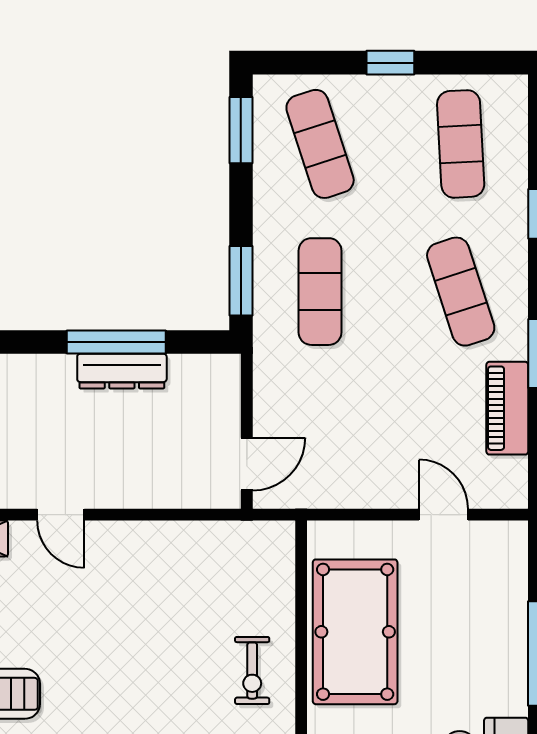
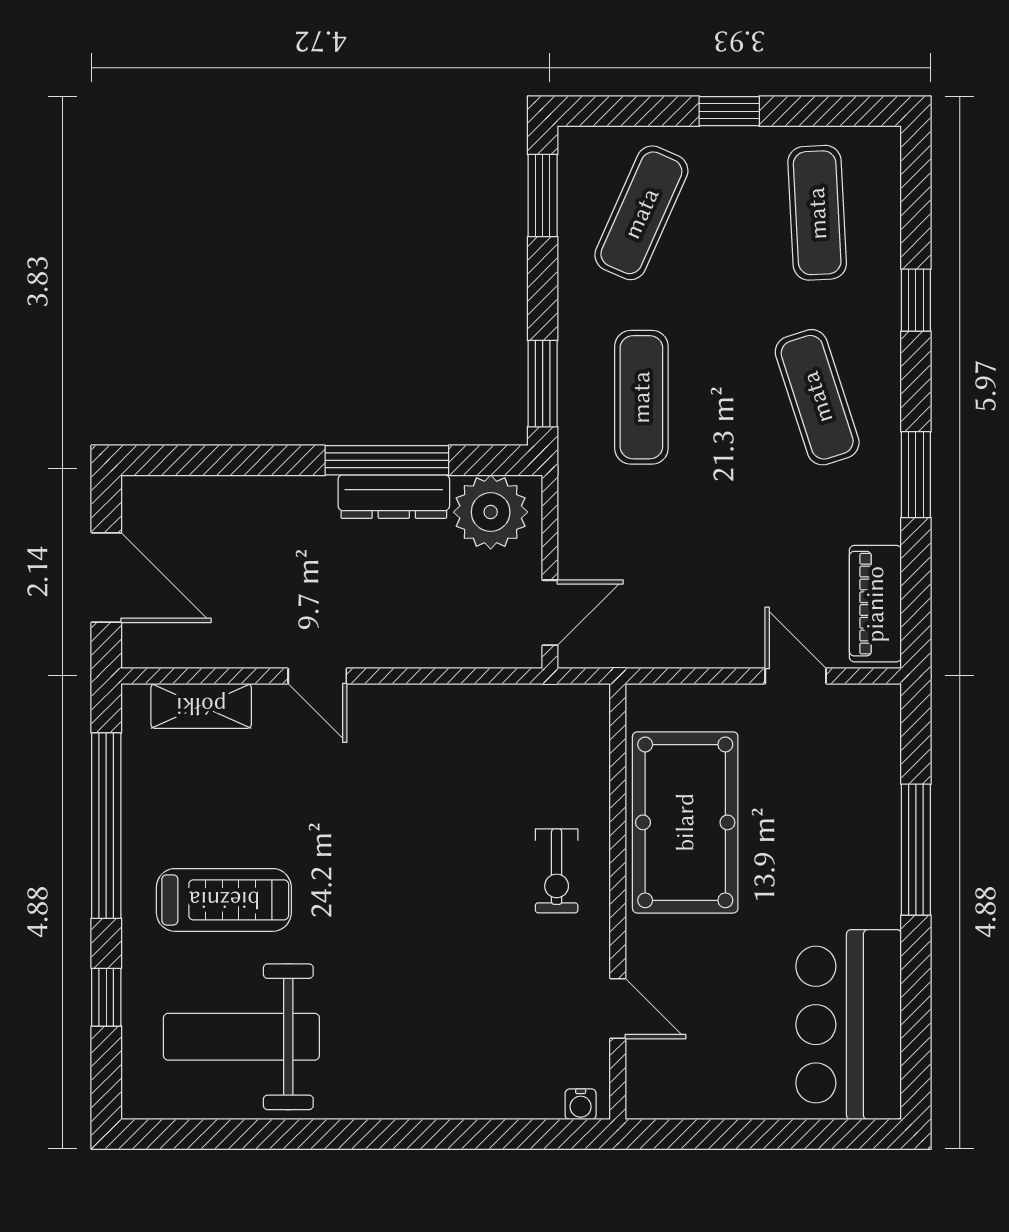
exercise mat: (320, 144) -> (641, 213), turned 42
plant: (199, 383) -> (491, 512), added
piano: (507, 408) -> (875, 604), moved

